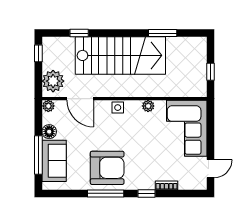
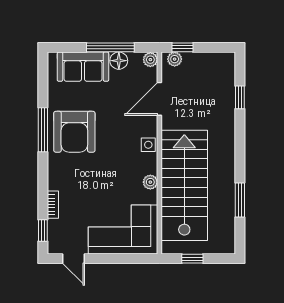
window: (38, 53) -> (183, 47), moved
stairs: (120, 55) -> (184, 185), moved, turned 180
plant: (53, 81) -> (175, 59), width x0.53, depth x0.53
window: (38, 155) -> (110, 47), moved
window: (147, 193) -> (43, 231), moved

